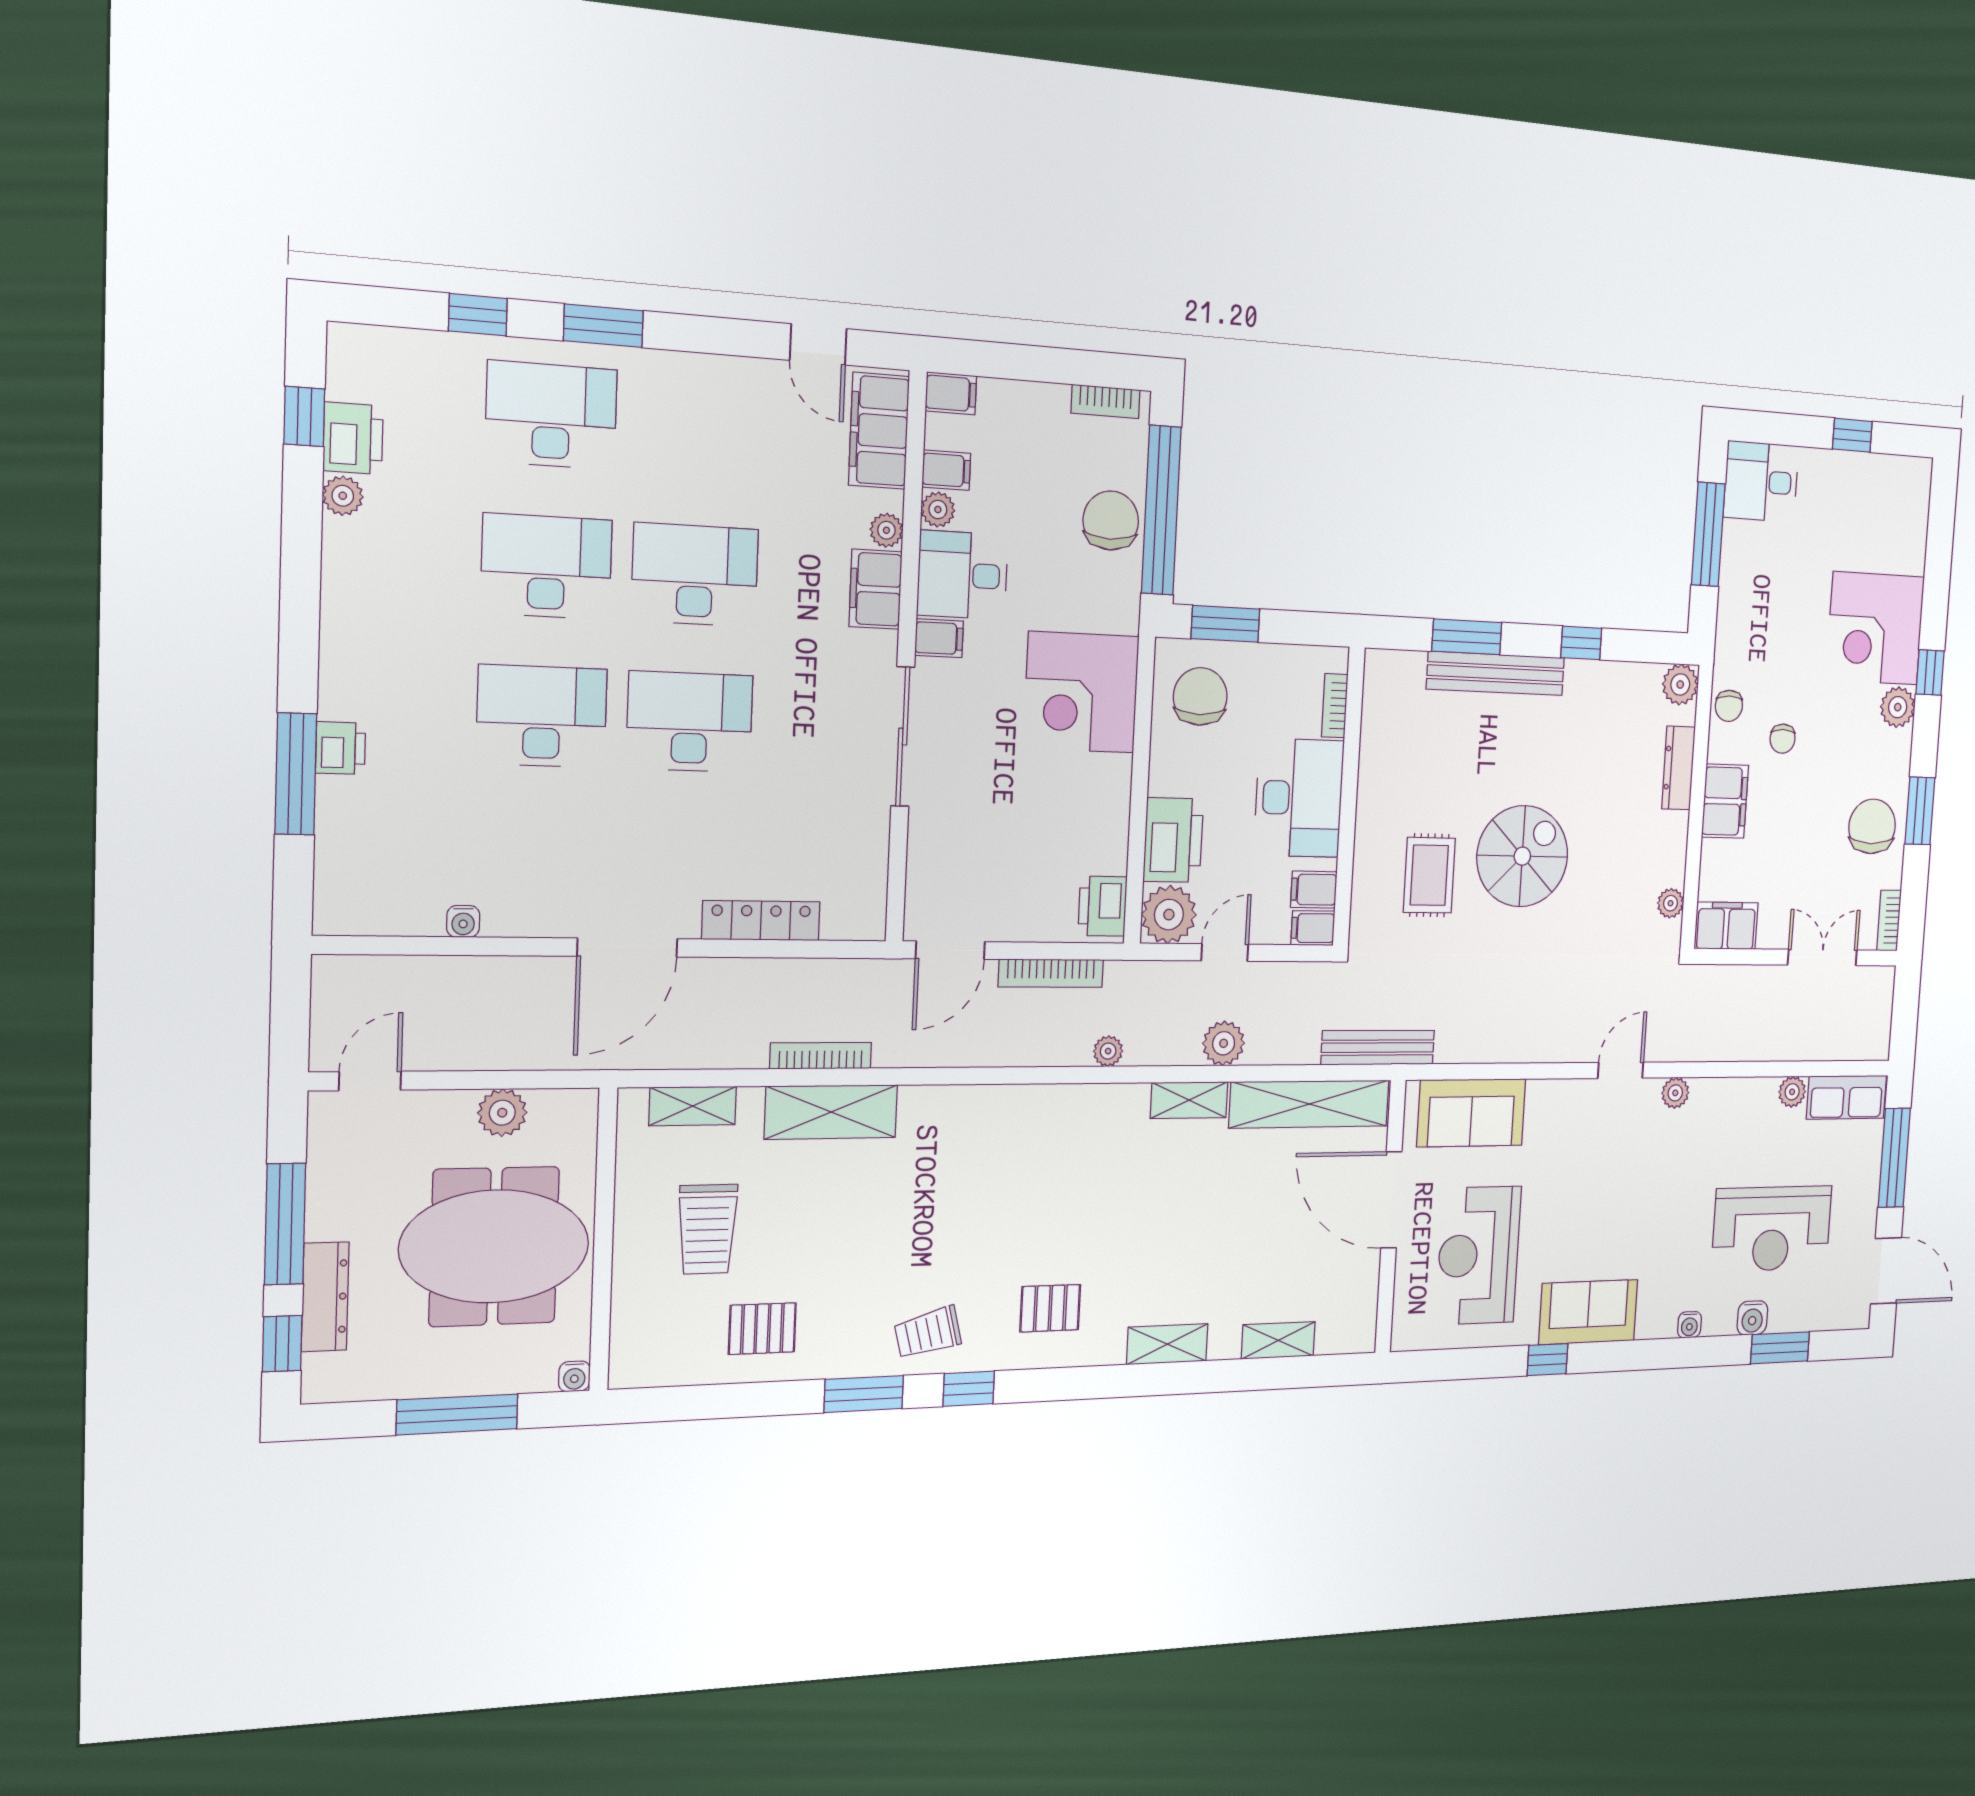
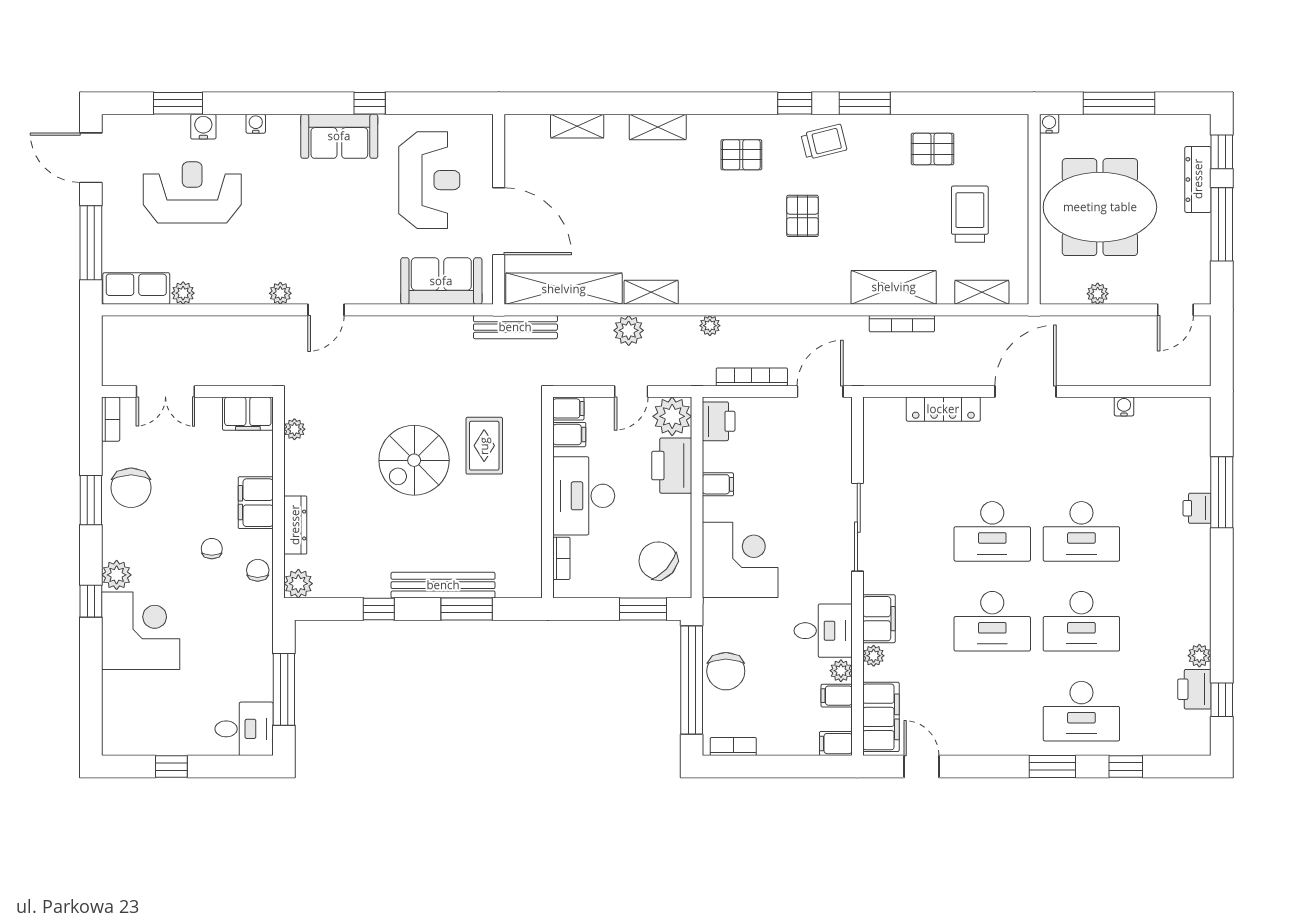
filing cabinet: (939, 638) -> (718, 484), moved, turned 180
chair: (1200, 696) -> (658, 561), turned 132
plant: (502, 1113) -> (1098, 294), width x0.73, depth x0.73
pallet: (965, 1219) -> (803, 216), added

